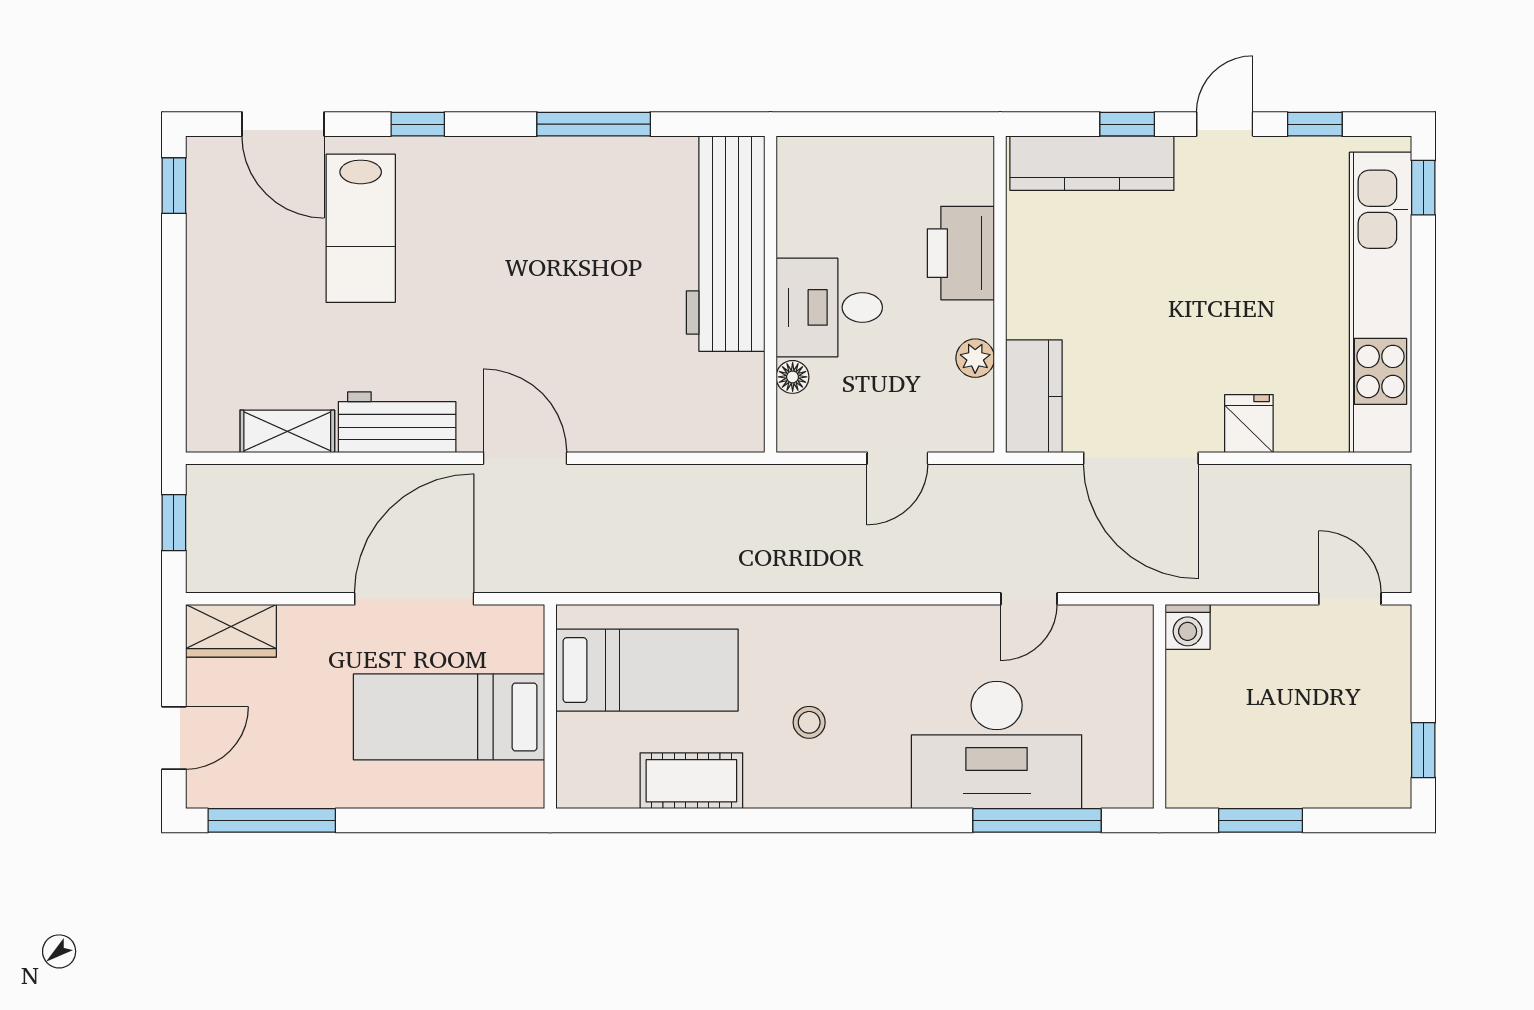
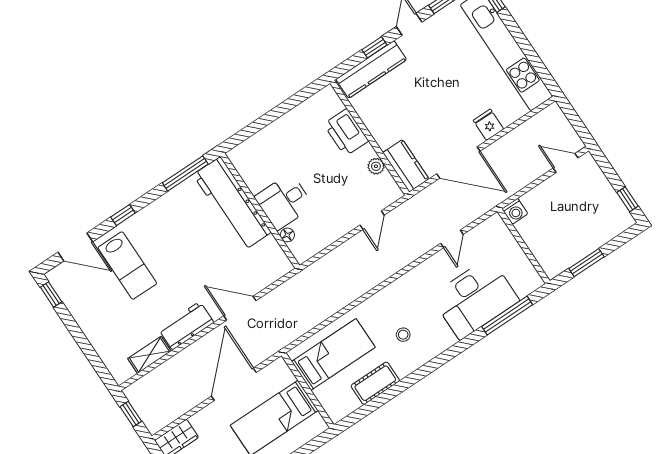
workbench: (726, 244) -> (232, 203), moved
wall: (770, 294) -> (260, 211), moved
desk: (829, 307) -> (284, 202), moved
floor lamp: (793, 377) -> (287, 235), moved

